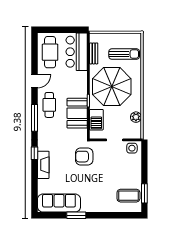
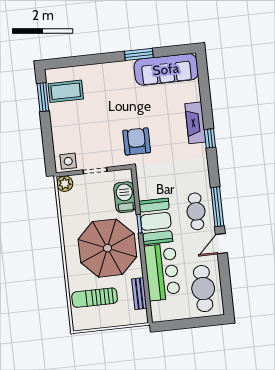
bar counter: (77, 52) -> (162, 272), moved
booth: (77, 113) -> (156, 221), moved
plant: (136, 117) -> (65, 184), moved
window: (34, 118) -> (217, 207), moved
armchair: (84, 157) -> (137, 141), turned -90

